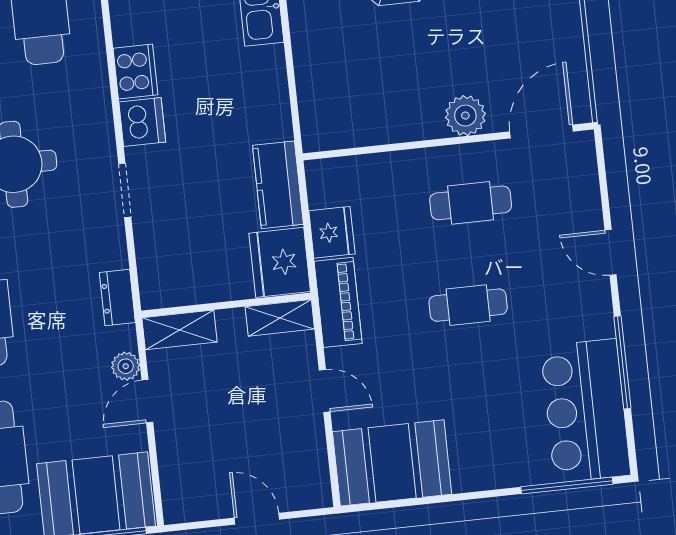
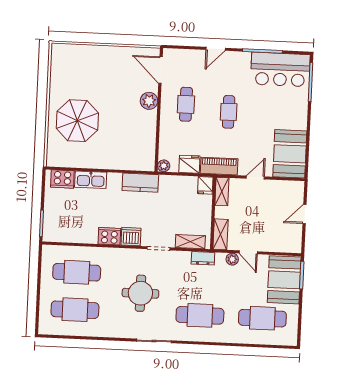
plant: (319, 173) -> (164, 166), added
kitchen counter: (278, 185) -> (140, 183), moved
shelving: (152, 262) -> (190, 242), added
fridge: (280, 262) -> (205, 185), width x0.53, depth x0.75

